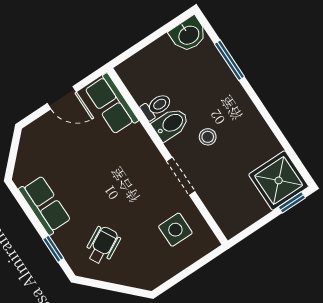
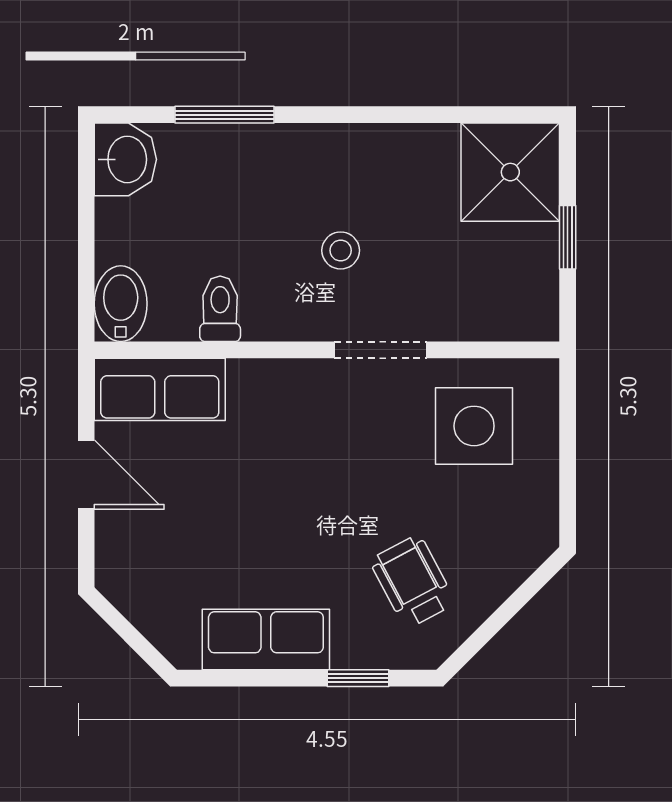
door: (62, 98) -> (86, 475), hinge flipped
bidet: (171, 124) -> (121, 304), moved
window: (292, 202) -> (568, 237), moved
side table: (175, 230) -> (474, 426), width x1.37, depth x1.37

